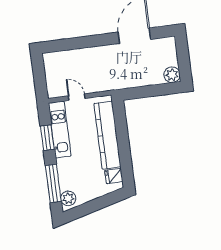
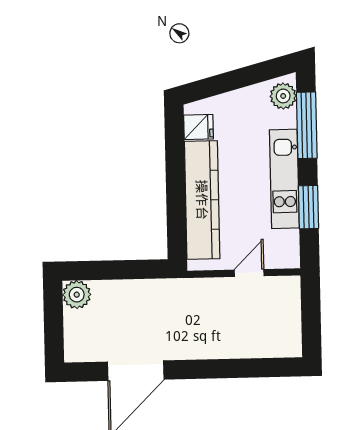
door: (77, 97) -> (249, 273), swing flipped
kitchen unit: (60, 130) -> (284, 179), moved

